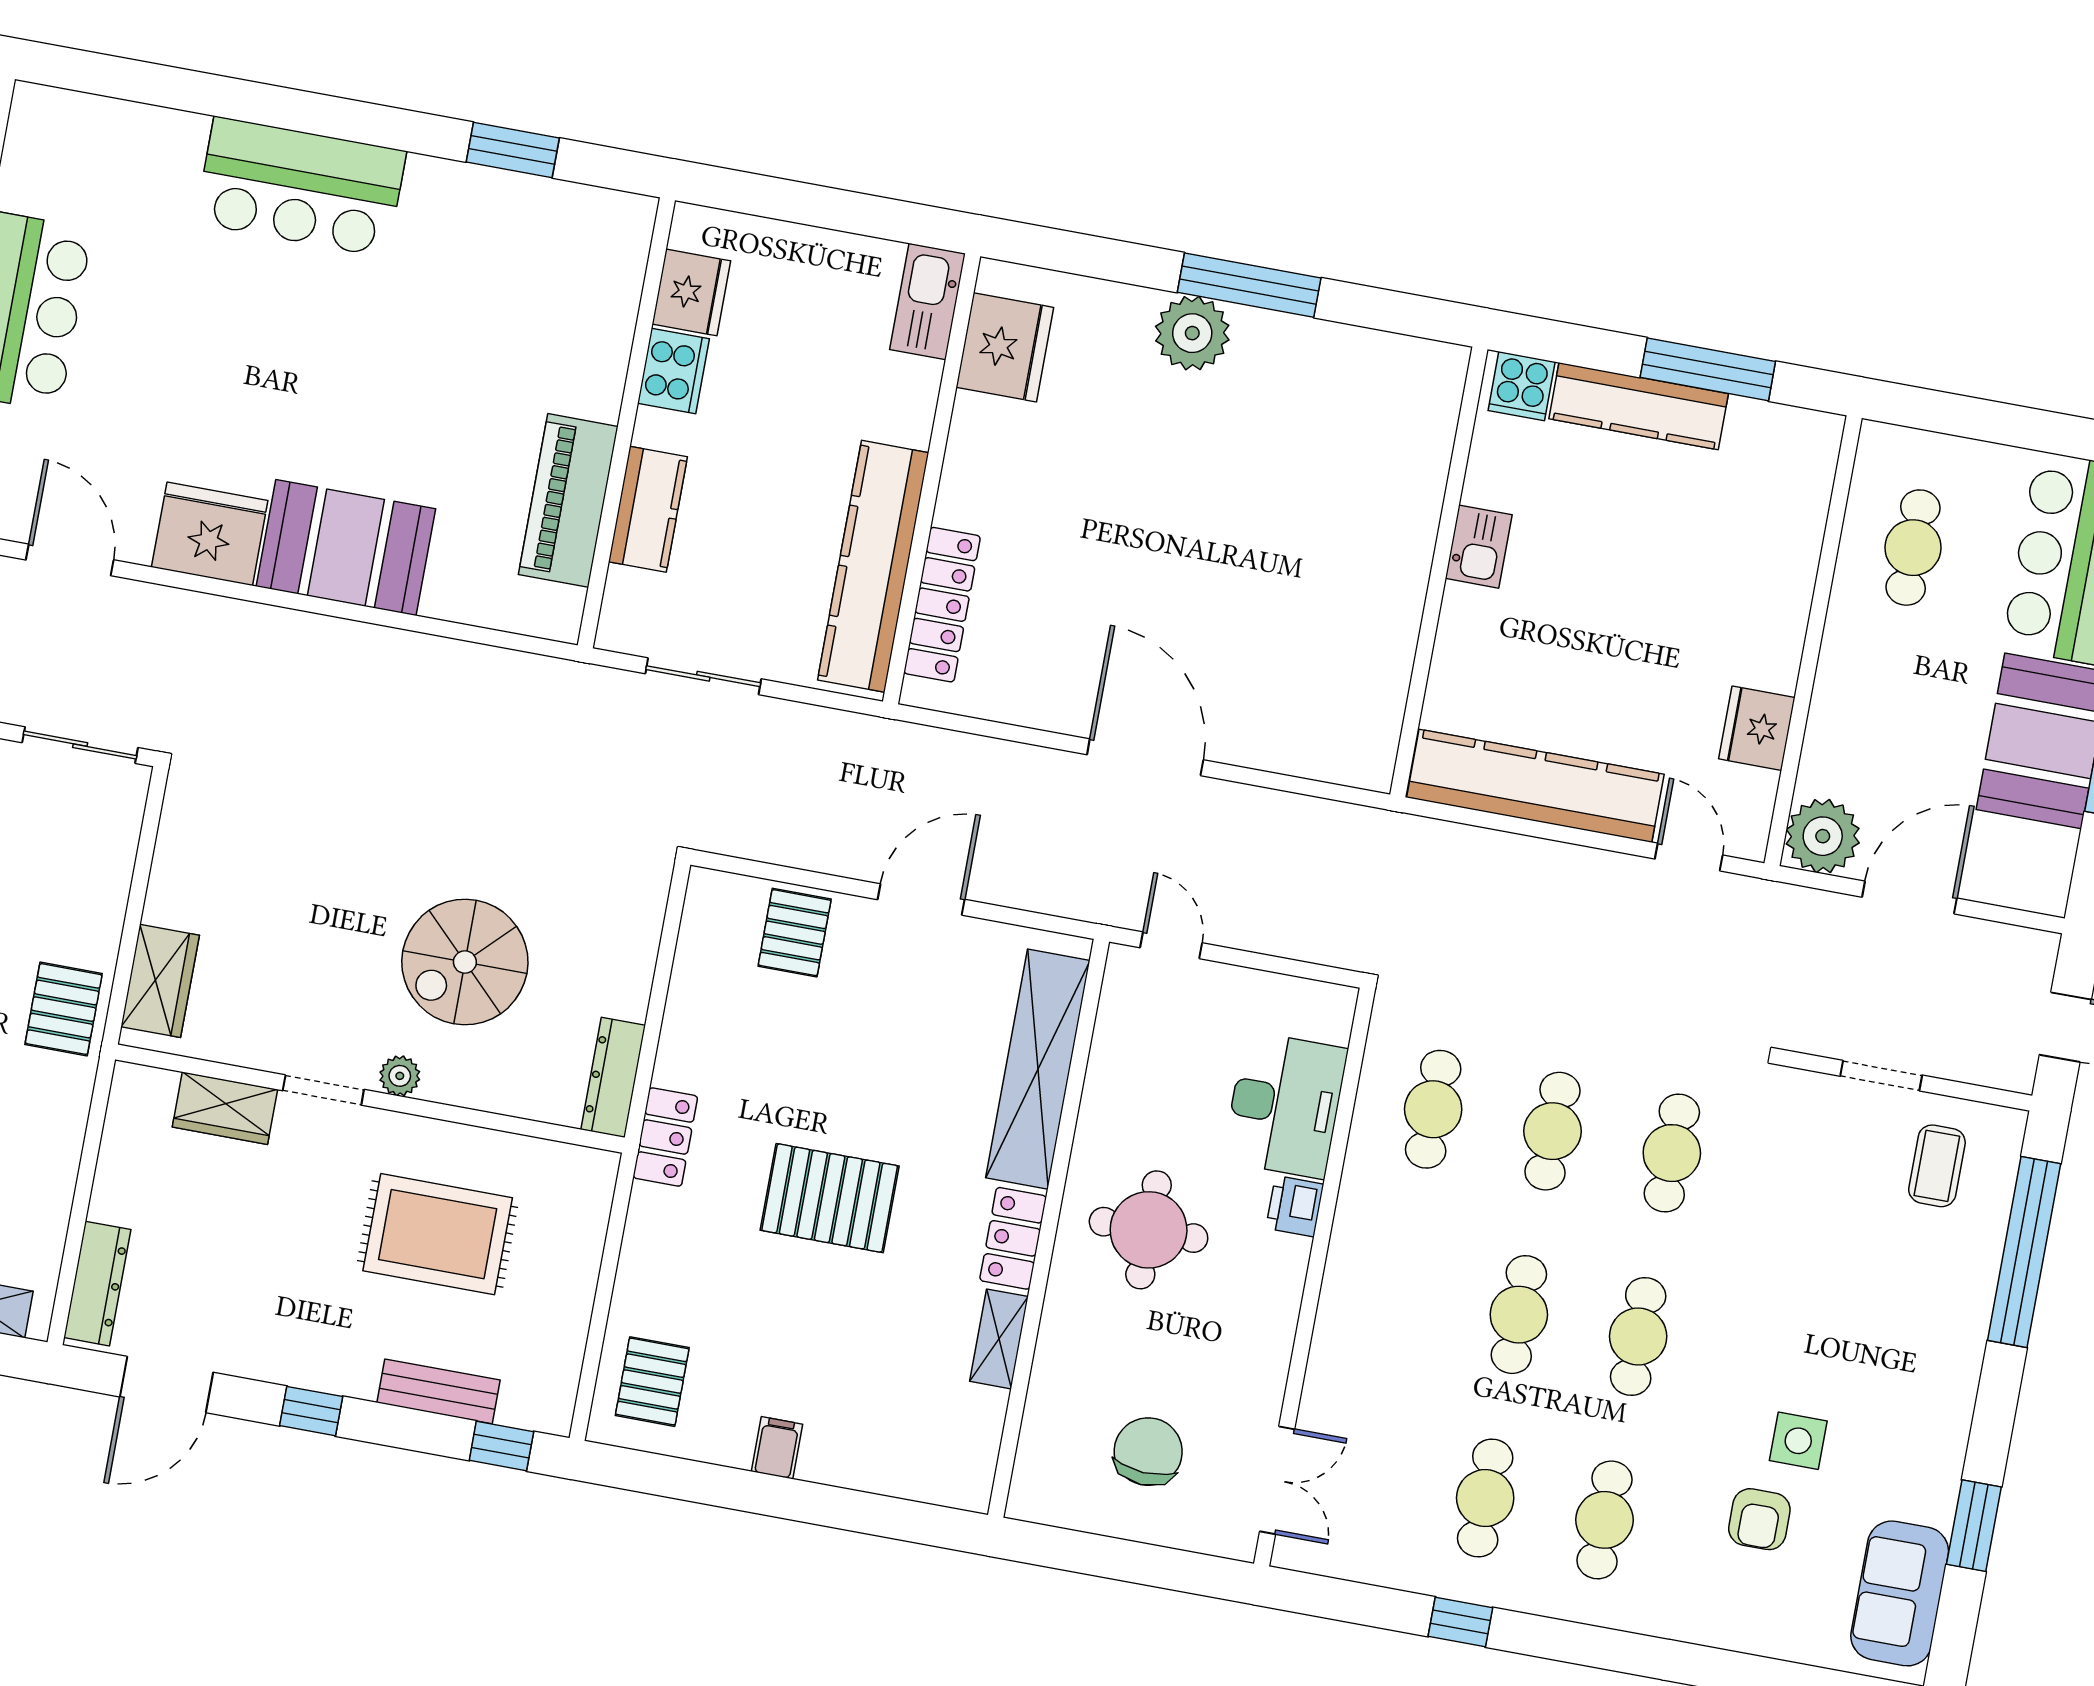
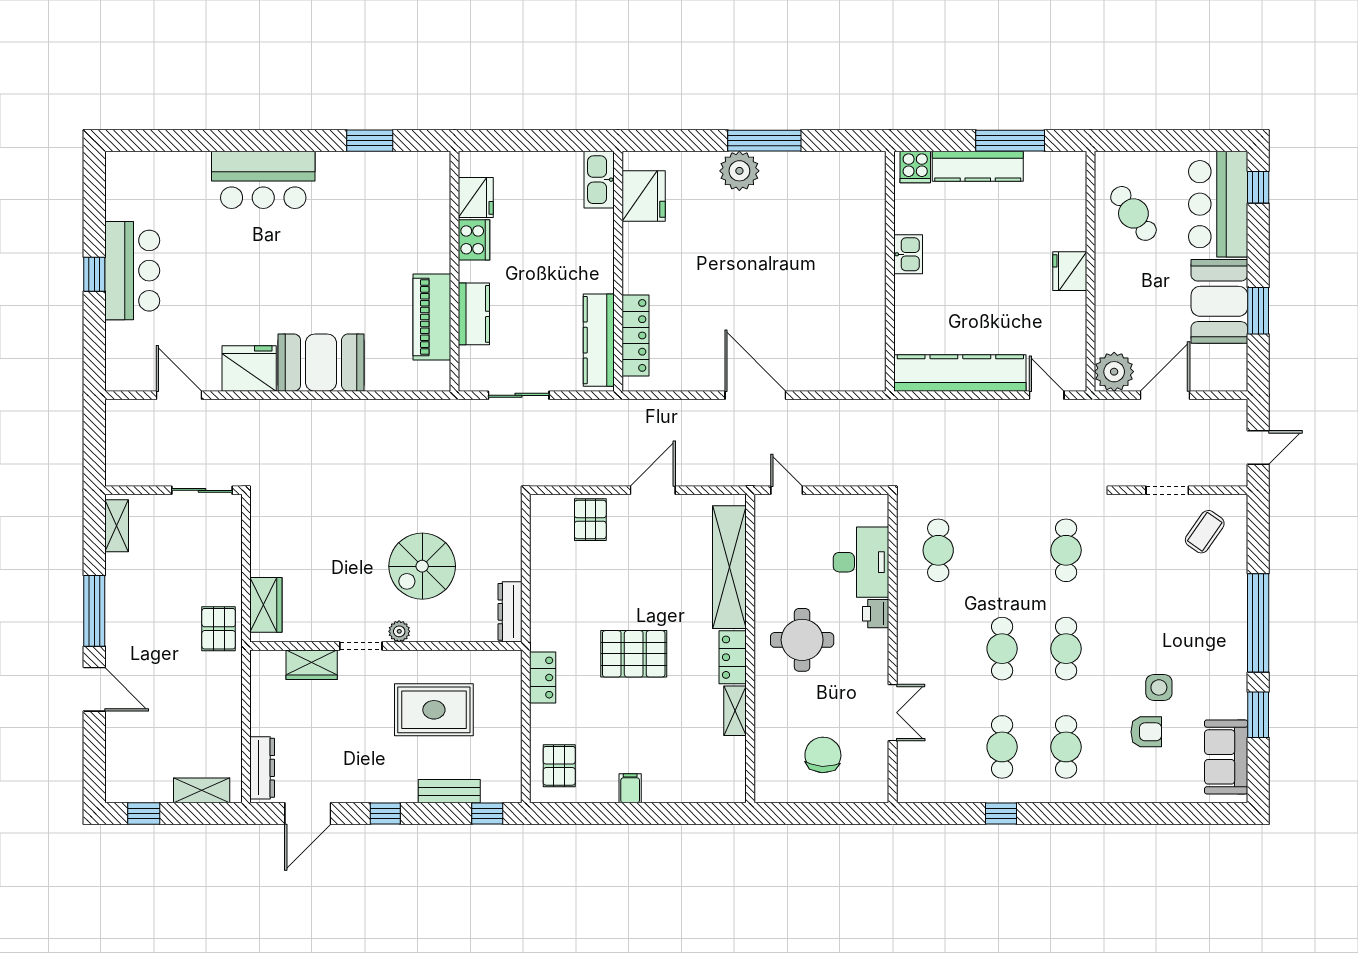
cafe table: (1913, 548) -> (1133, 213), turned -36
kitchen counter: (873, 566) -> (599, 340), width x0.72, depth x0.86
fridge: (1757, 728) -> (1070, 271), moved
cafe table: (1552, 1131) -> (1002, 550), removed
locker: (665, 1137) -> (543, 678), moved
coffee table: (1937, 1166) -> (1205, 532), turned 35
window: (2024, 1252) -> (1258, 623), moved
double door: (1277, 1480) -> (893, 713), moved
armchair: (1759, 1519) -> (1146, 732), turned -90

